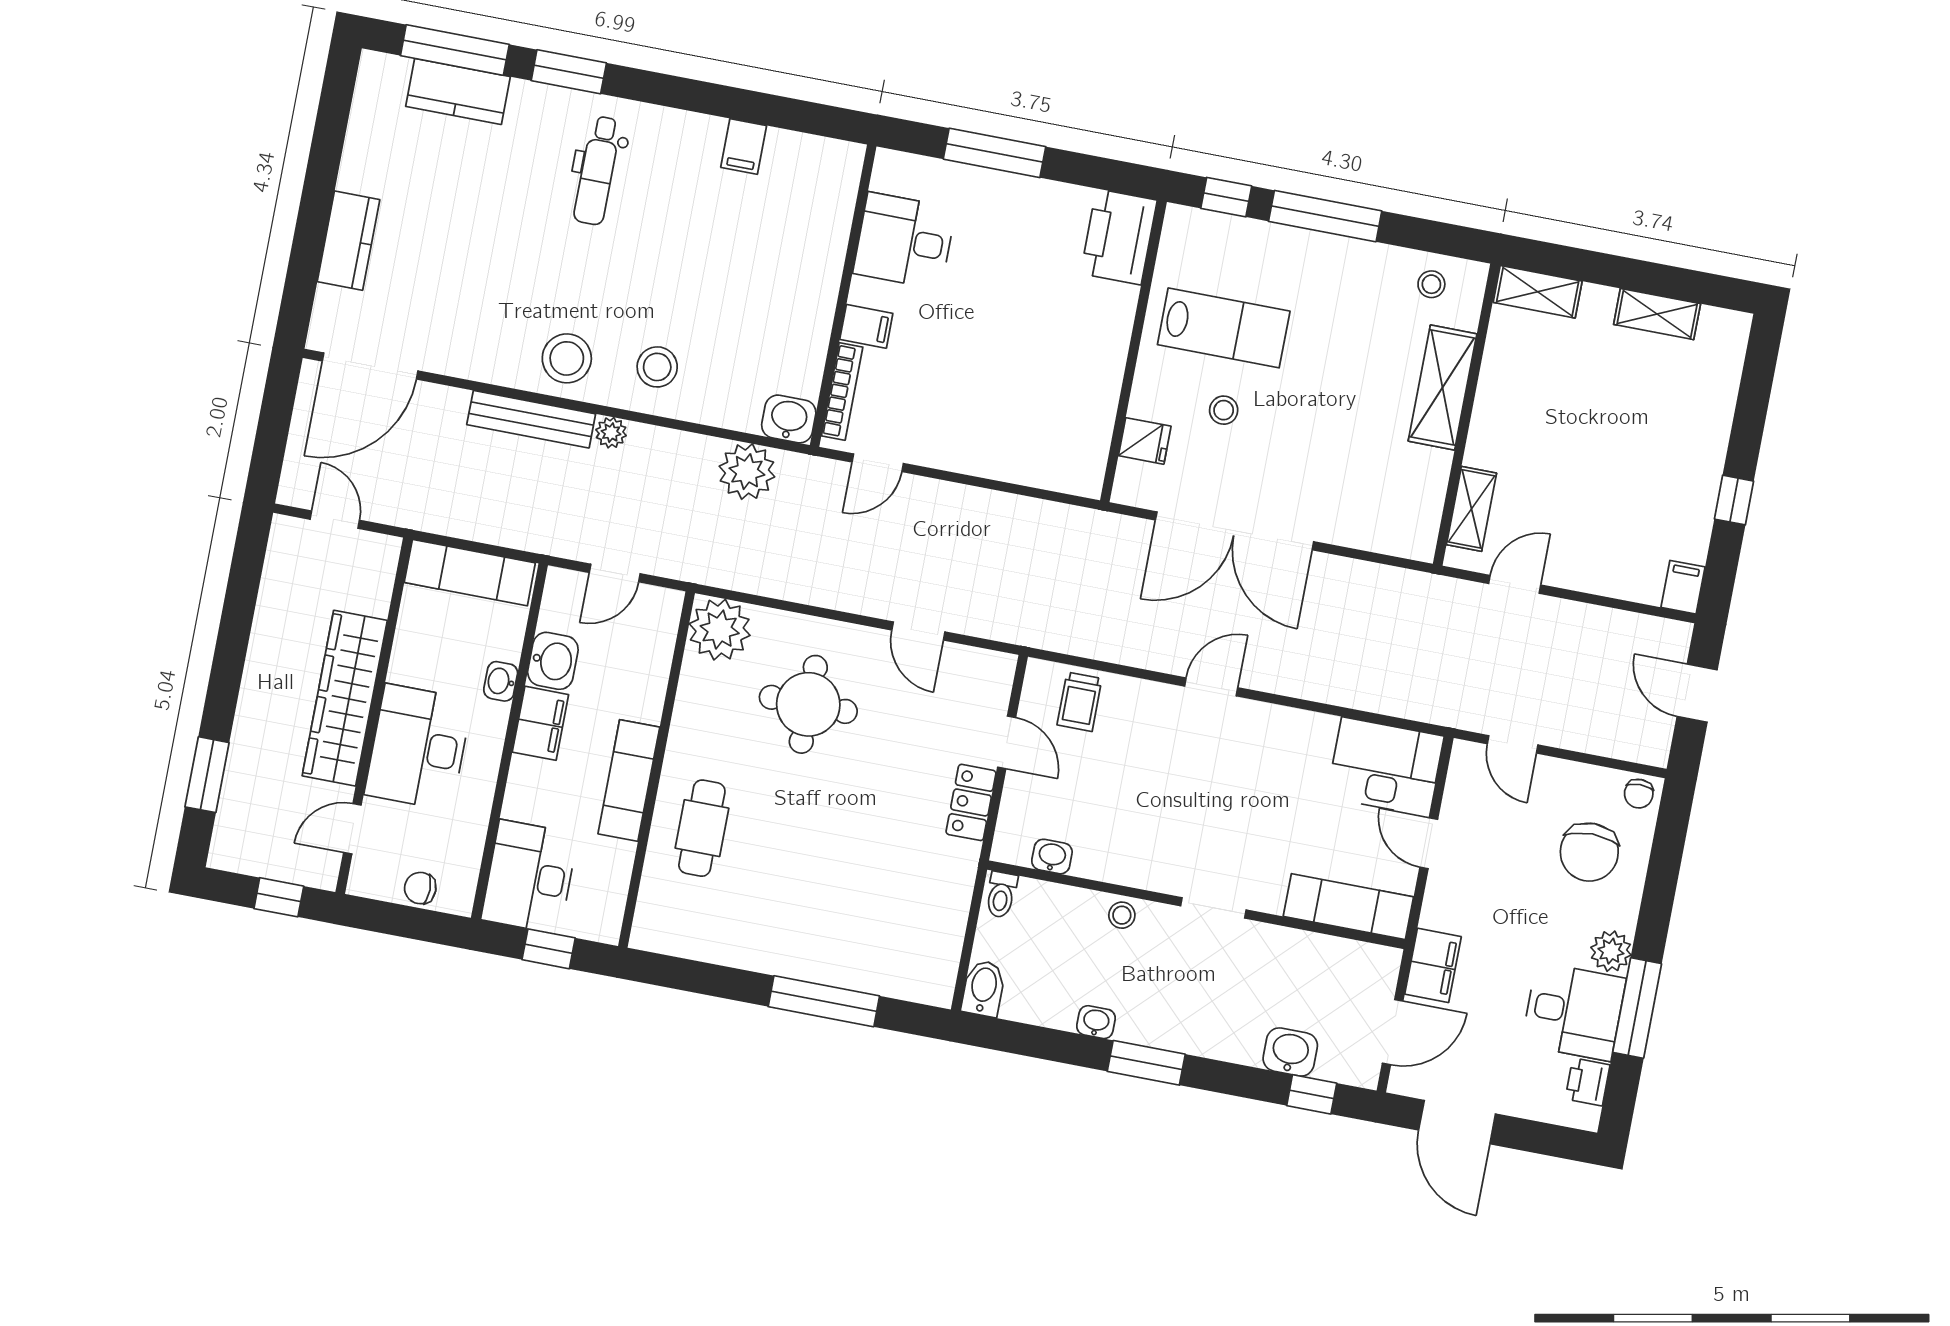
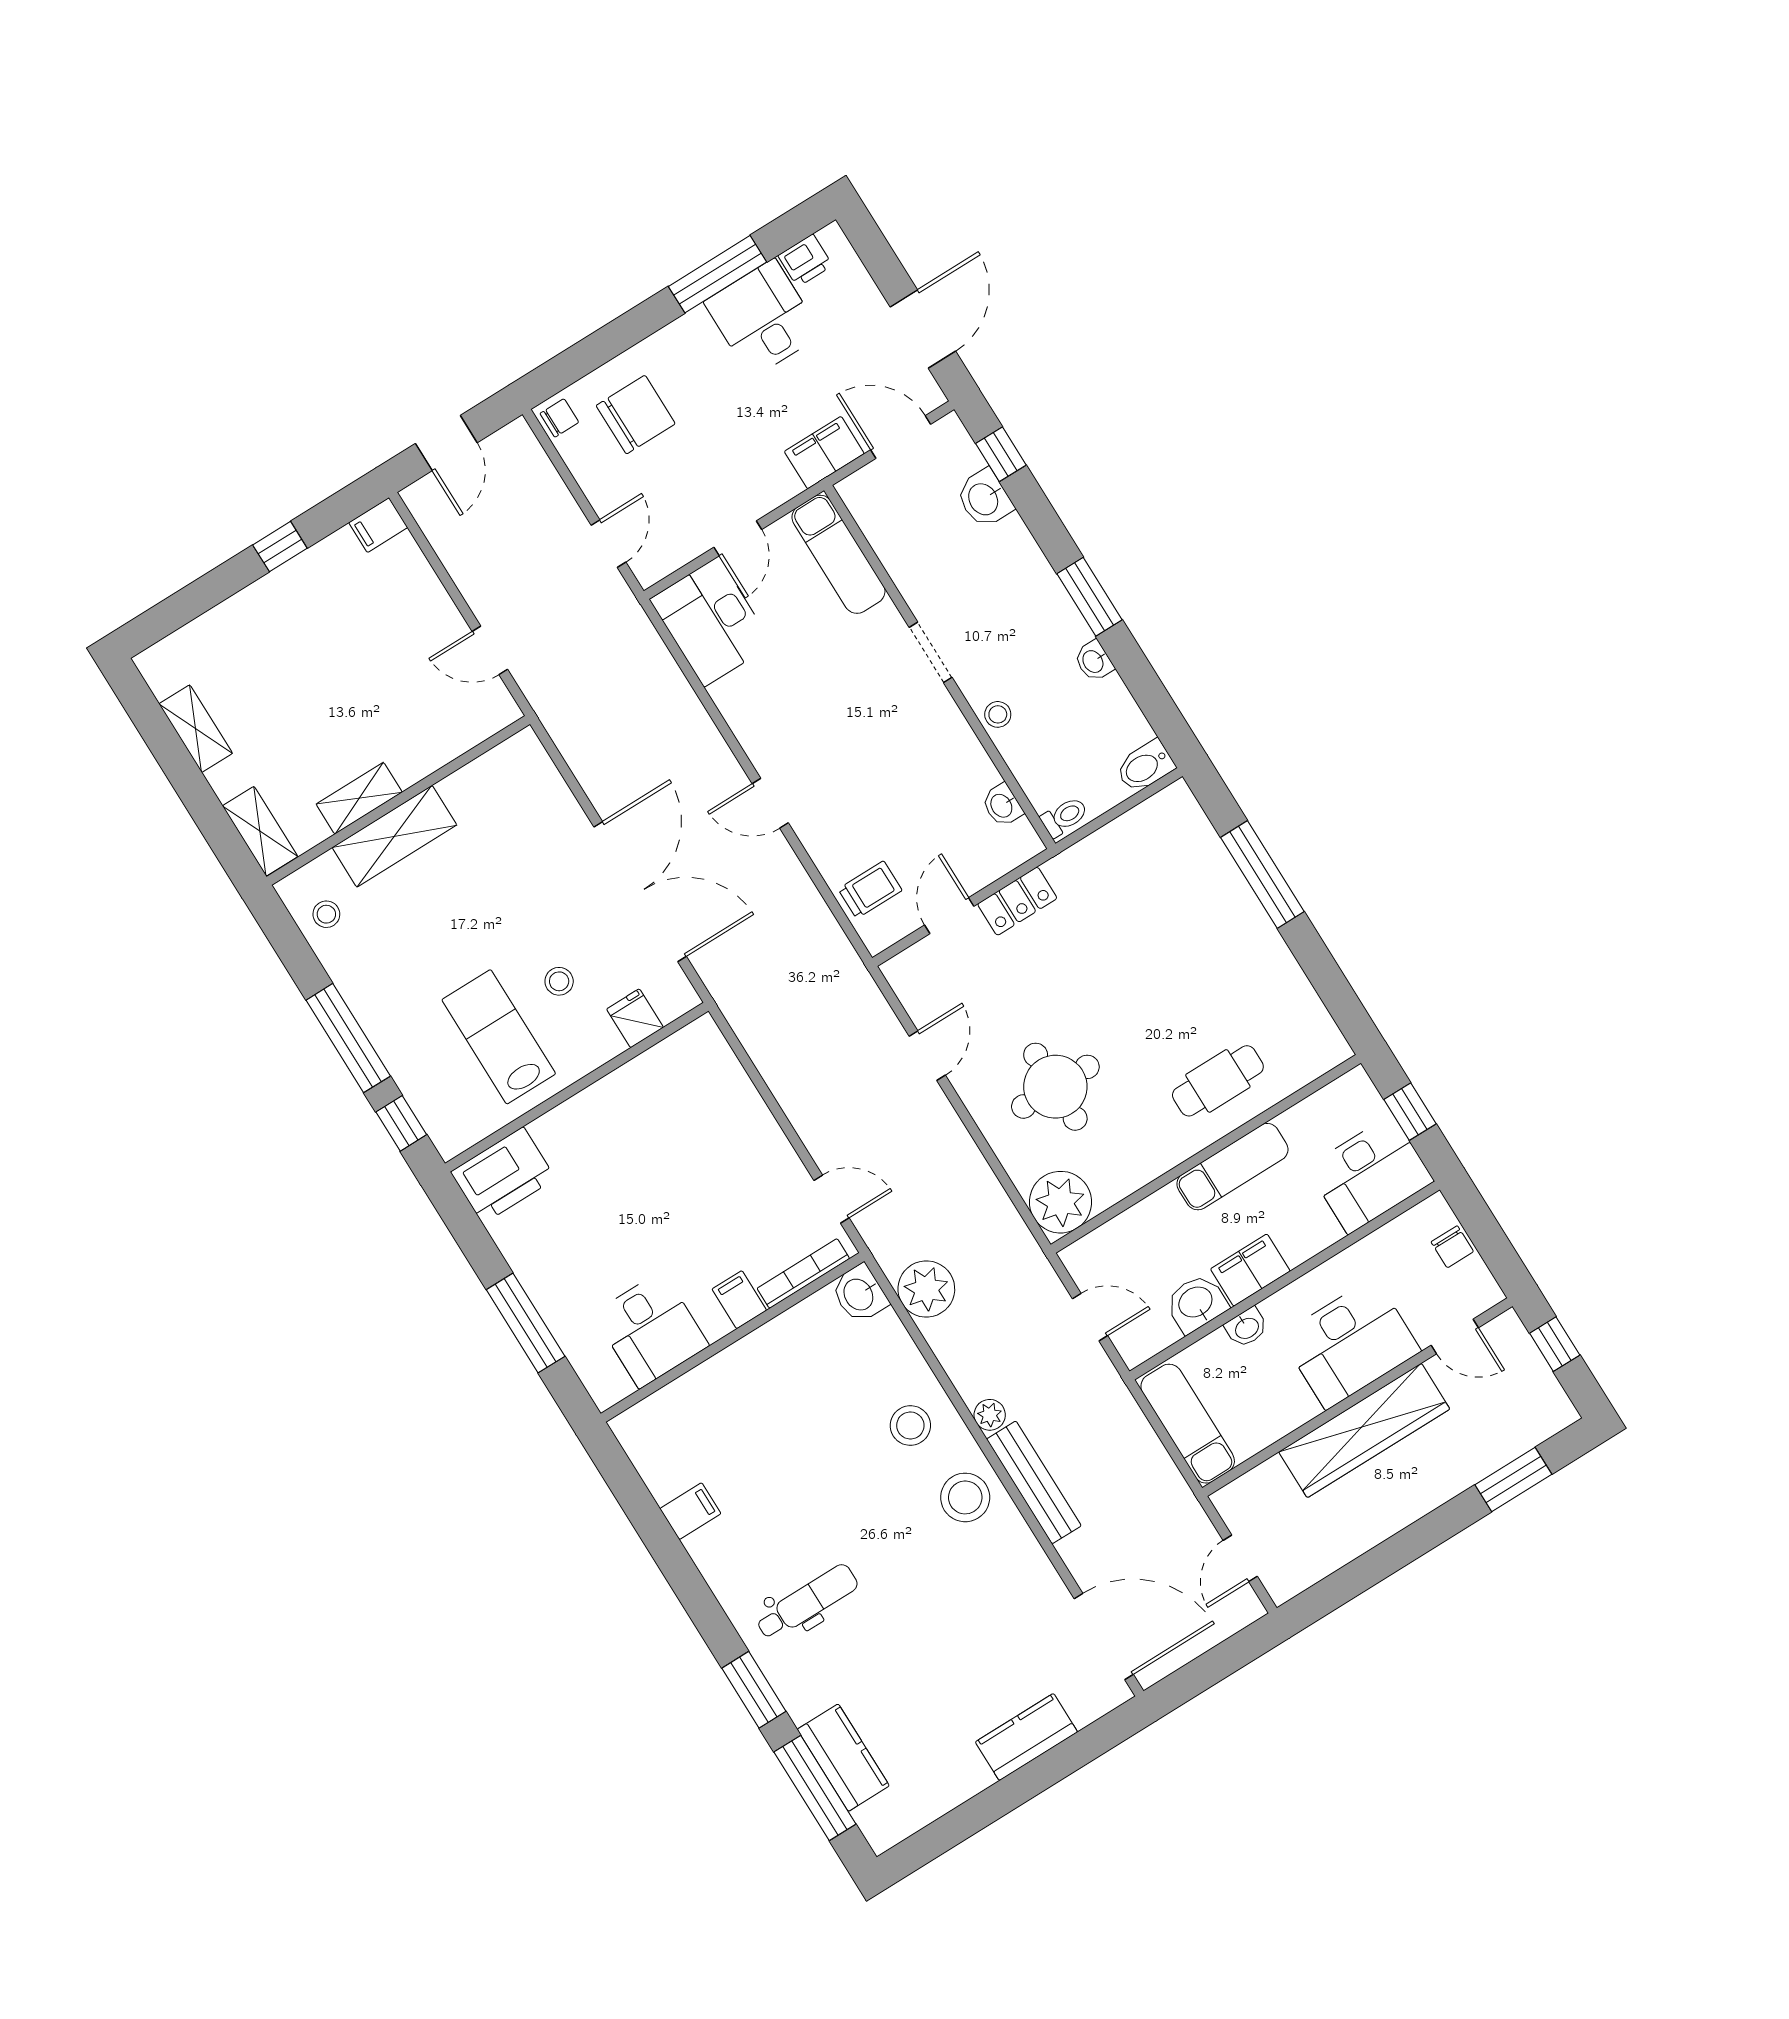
shelving: (1471, 509) -> (359, 798), moved
plant: (1611, 951) -> (694, 332), removed

